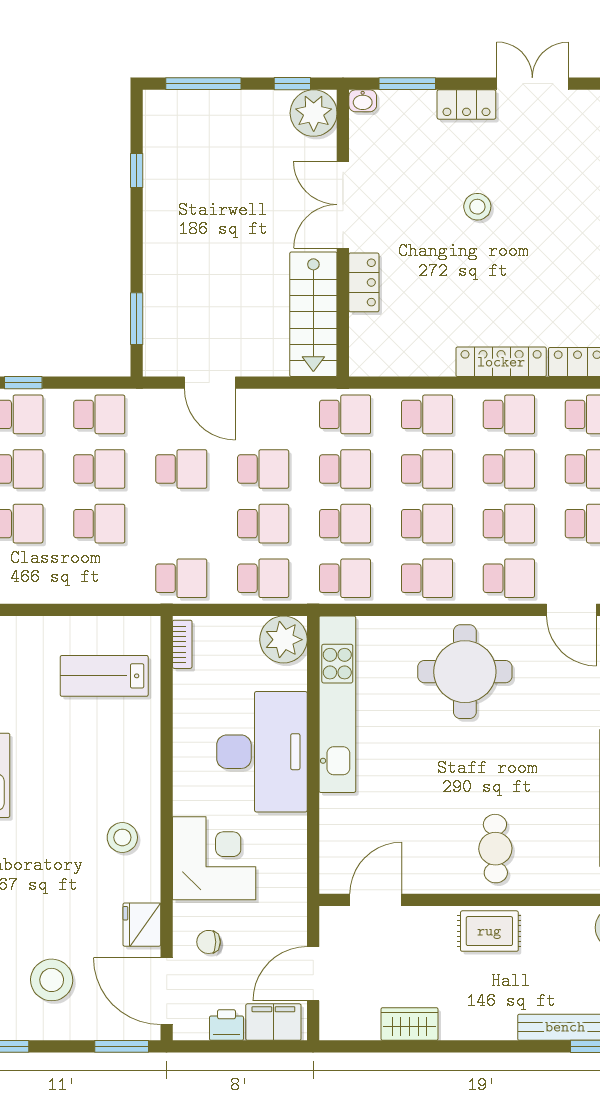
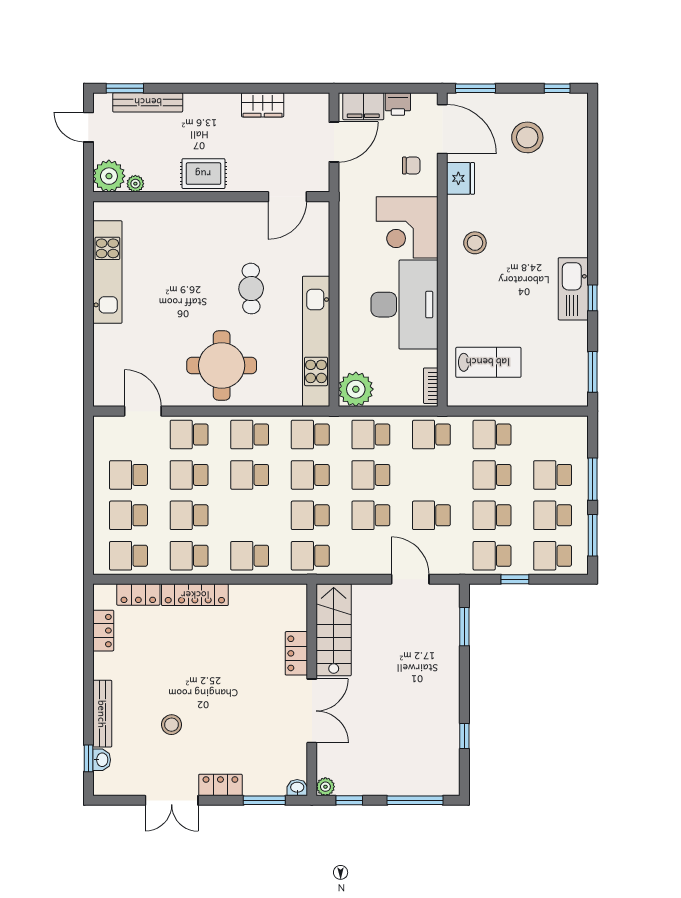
plant: (314, 113) -> (325, 787), width x0.53, depth x0.53
stool: (477, 207) -> (171, 725), moved
window: (23, 383) -> (515, 579), moved
school desk: (427, 469) -> (492, 435), moved
desk: (262, 752) -> (404, 305), moved, turned 180
cafe table: (495, 849) -> (251, 289), moved
plant: (581, 917) -> (135, 184), added

